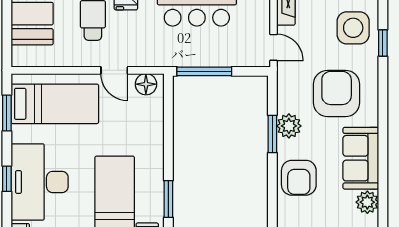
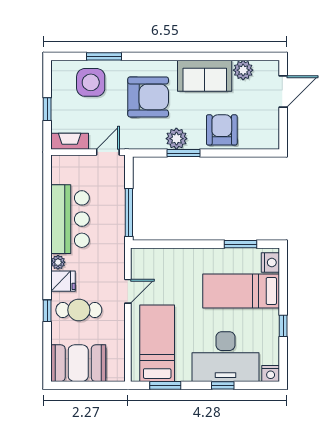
window: (383, 43) -> (104, 56), width x1.50
floor lamp: (146, 84) -> (140, 264), removed
armchair: (337, 93) -> (148, 97), turned 180
armchair: (299, 178) -> (222, 130), turned -90

